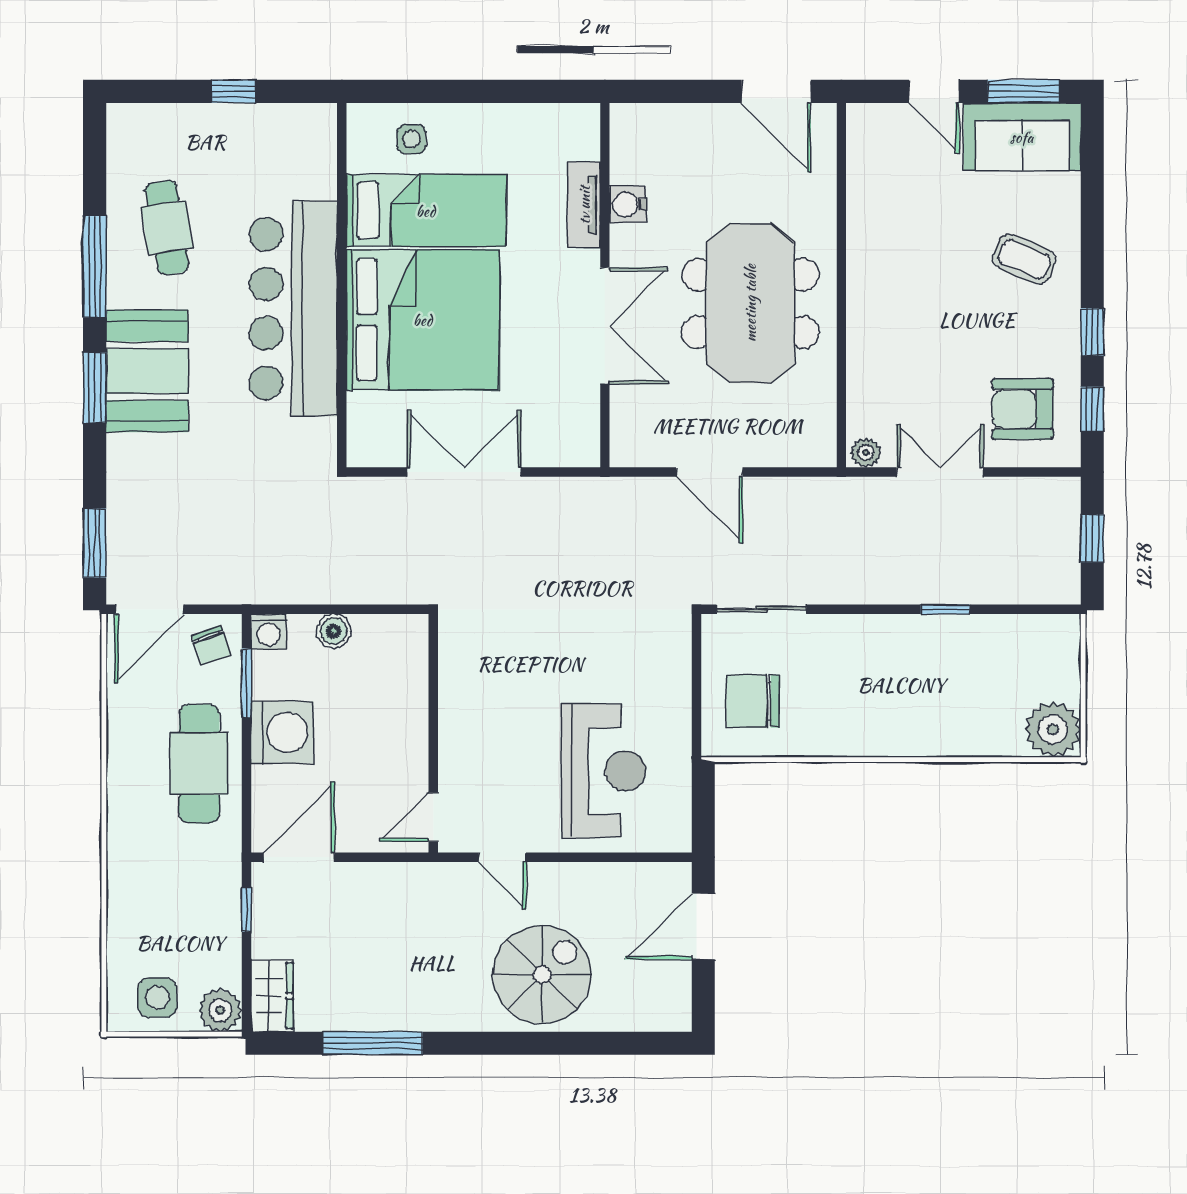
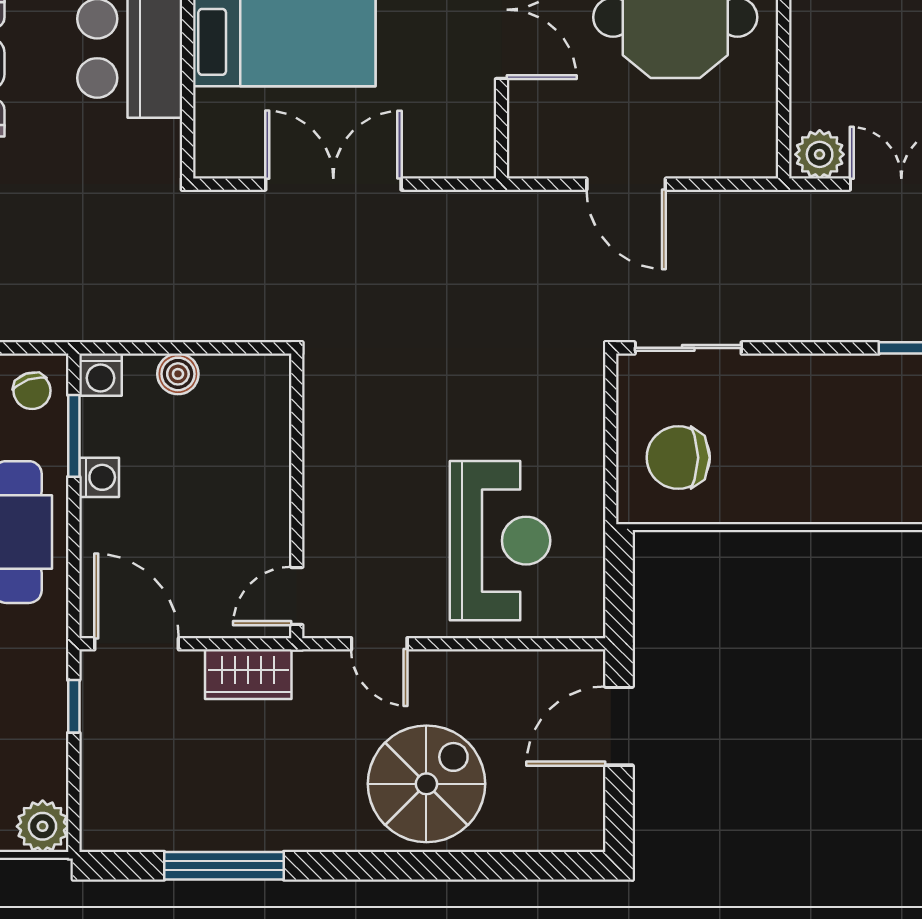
plant: (866, 453) -> (820, 154), width x1.38, depth x1.38
washing machine: (282, 732) -> (99, 477), width x0.53, depth x0.53
door: (299, 857) -> (137, 644), hinge flipped
wardrobe: (272, 996) -> (248, 674), moved, turned 90

